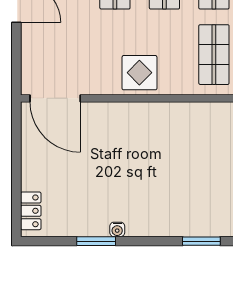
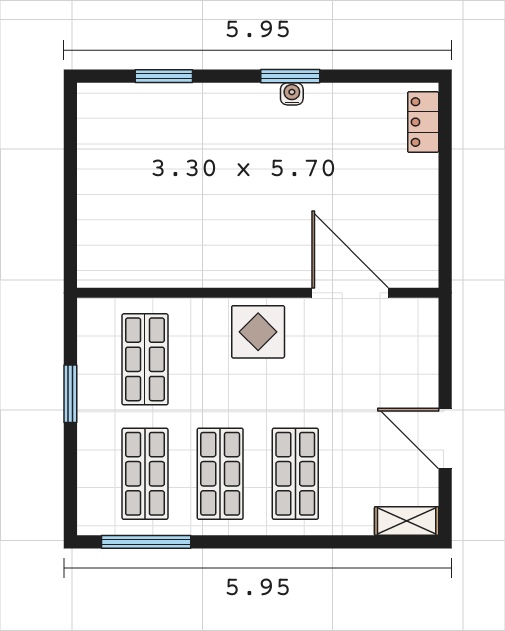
door: (55, 98) -> (350, 293), moved
window: (96, 241) -> (290, 76), moved

